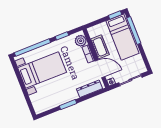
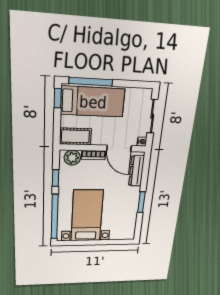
cot: (100, 47) -> (75, 136), moved
door: (100, 69) -> (119, 148), swing flipped

